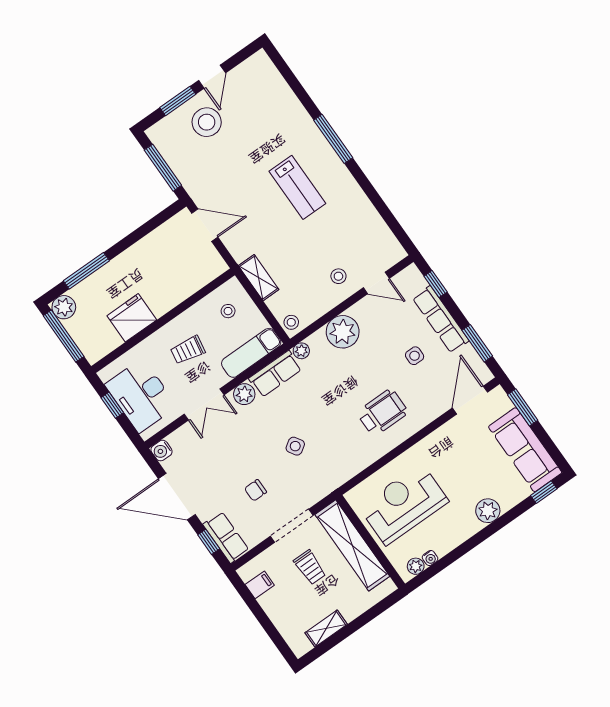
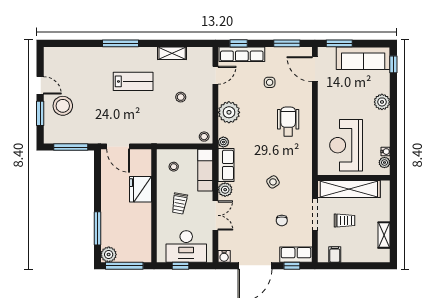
door: (205, 225) -> (118, 146), swing flipped
stool: (338, 276) -> (181, 97), moved
shelving: (259, 278) -> (172, 53), moved
fridge: (132, 318) -> (140, 189), moved
row of seats: (441, 319) -> (242, 54), moved

